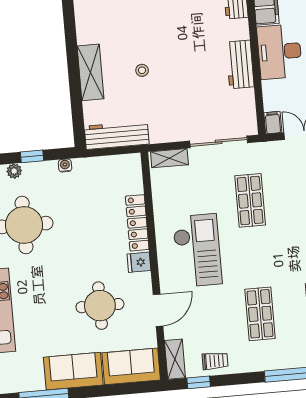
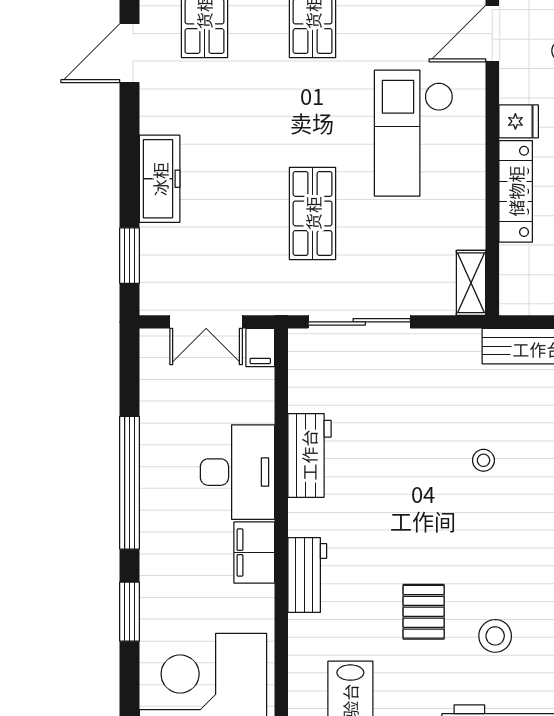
shelving: (169, 158) -> (471, 283), moved, turned 90

